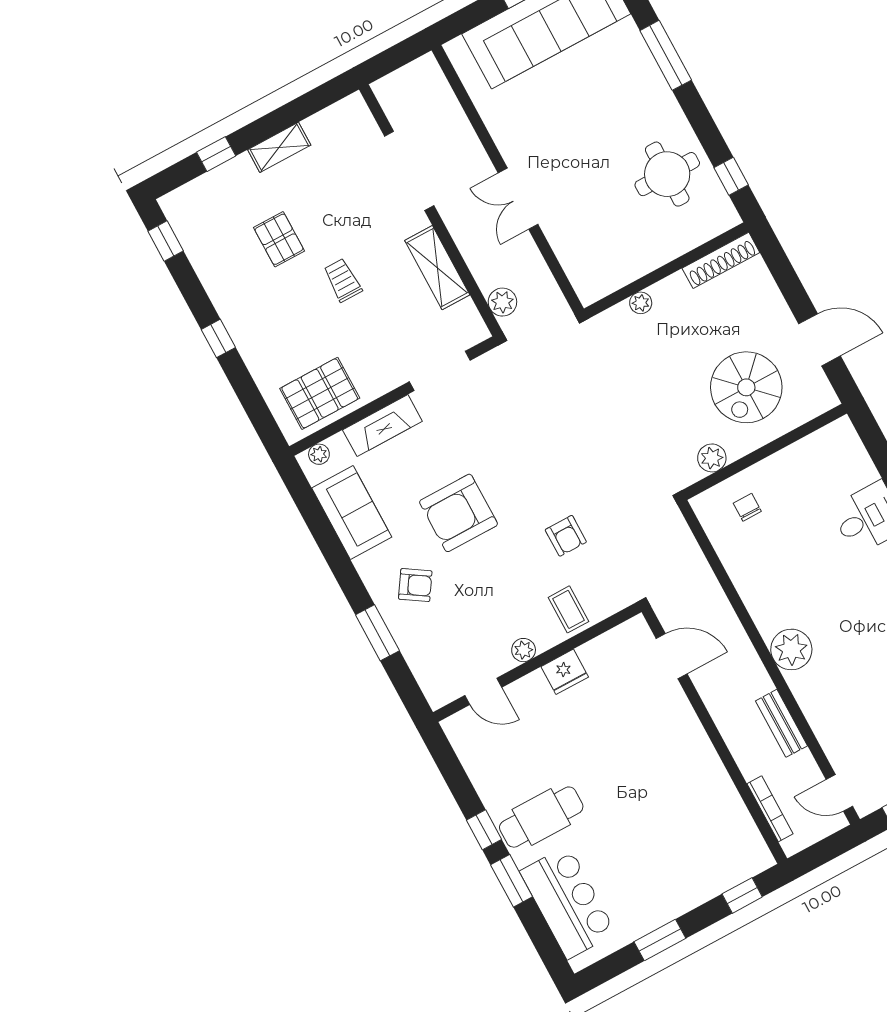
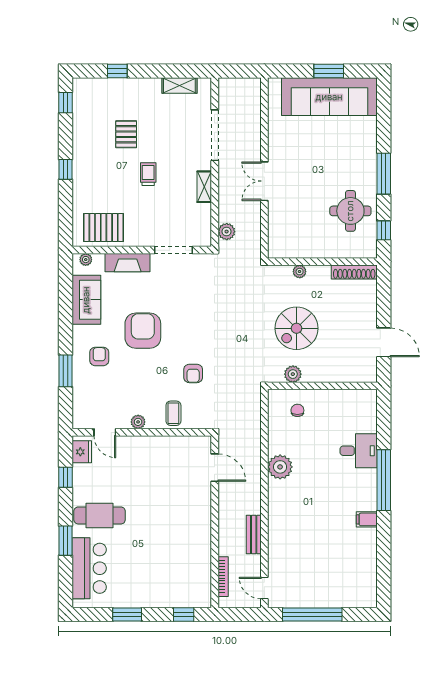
window: (666, 55) -> (384, 174), moved
shelving: (279, 147) -> (179, 86), moved
shelving: (437, 268) -> (204, 187), width x0.67, depth x0.75
spiral stairs: (746, 387) -> (296, 328), moved
armchair: (459, 513) -> (143, 331), turned 90
armchair: (415, 585) -> (99, 356), turned -123
plant: (791, 649) -> (280, 467), moved
fridge: (565, 672) -> (82, 452), moved, turned -90
window: (484, 830) -> (66, 477), moved

